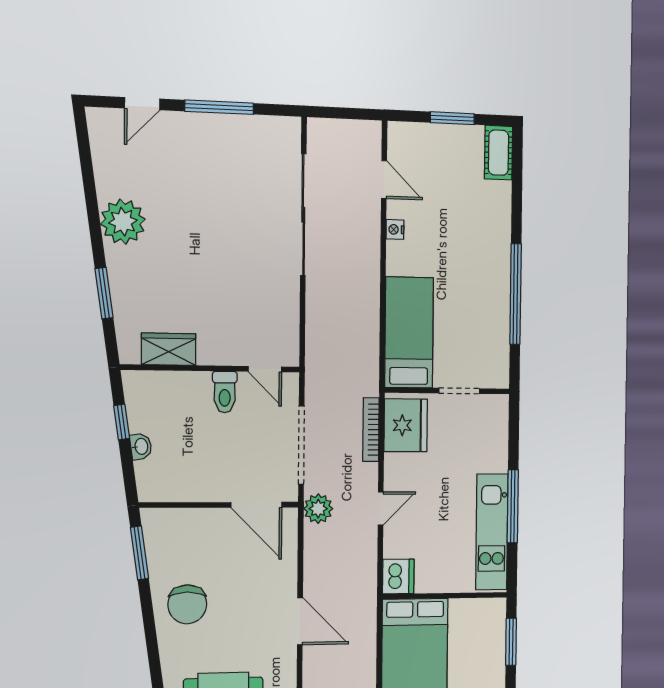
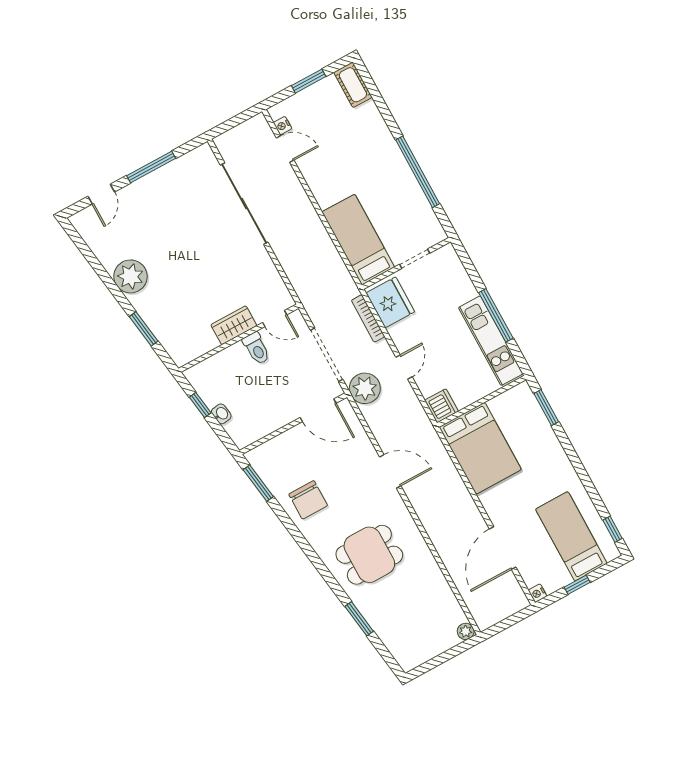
nightstand: (395, 229) -> (283, 126), moved
wardrobe: (169, 349) -> (234, 325), moved
plant: (318, 509) -> (365, 388), width x1.36, depth x1.36

